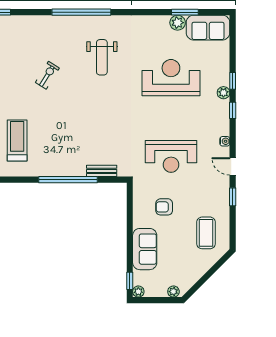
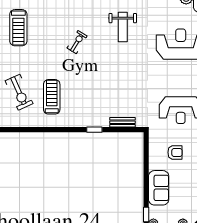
window: (68, 180) -> (94, 130), width x0.32
armchair: (164, 207) -> (175, 152), turned 180

